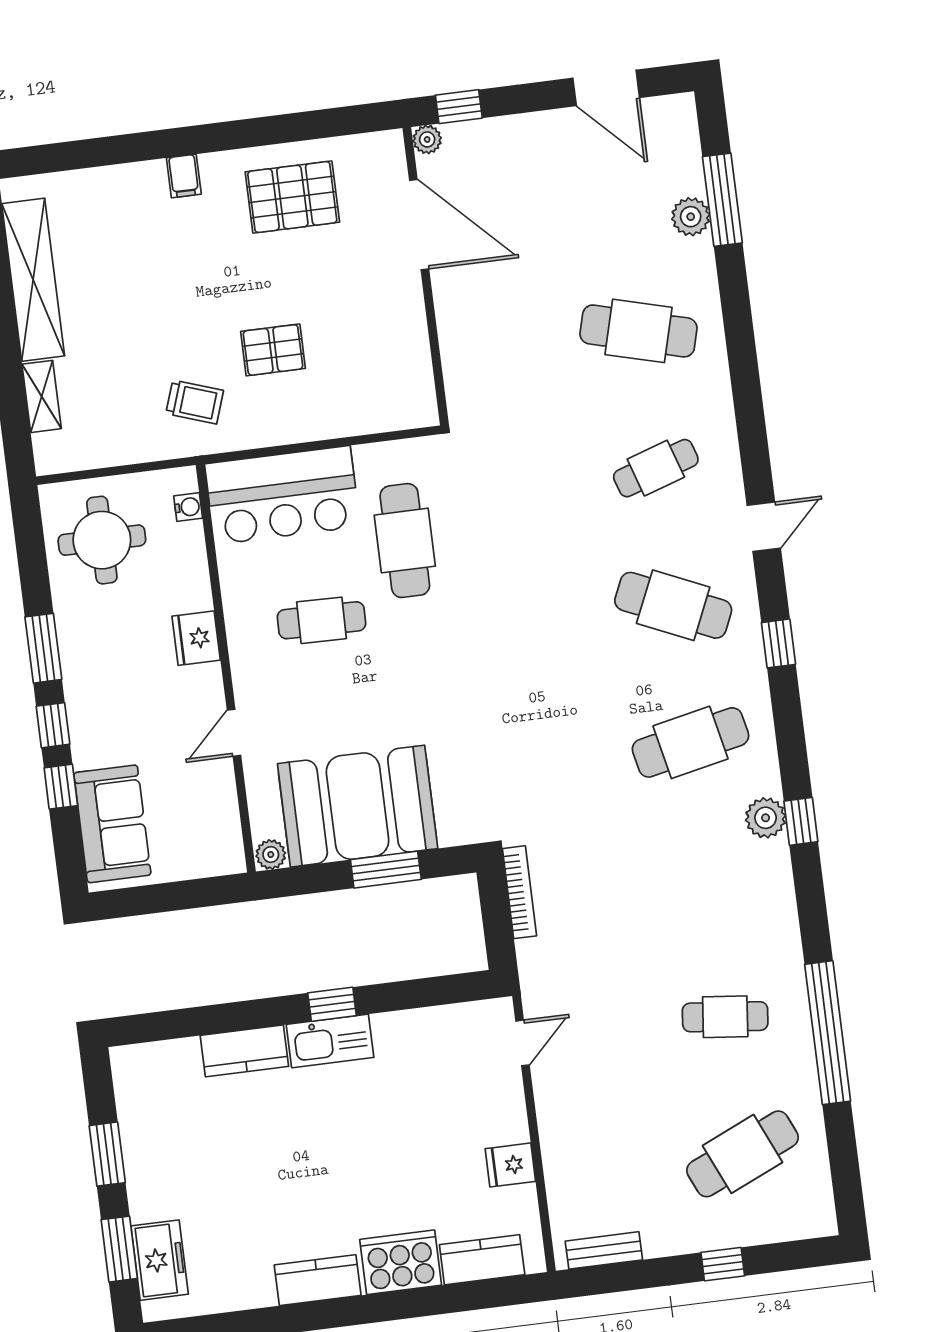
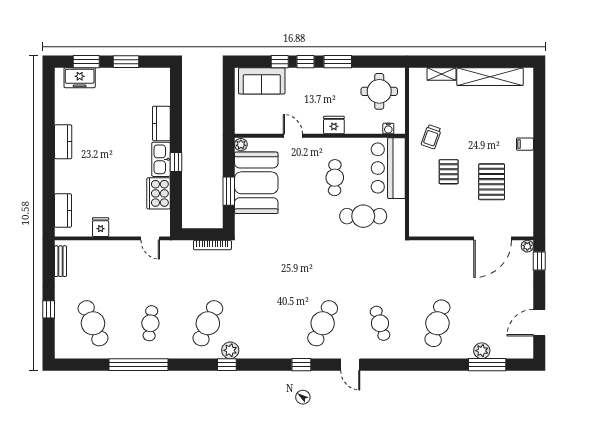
pallet: (292, 197) -> (492, 182), moved
cafe table: (690, 742) -> (208, 323), moved, turned 36
cooker: (401, 1262) -> (159, 193), moved, turned 180

